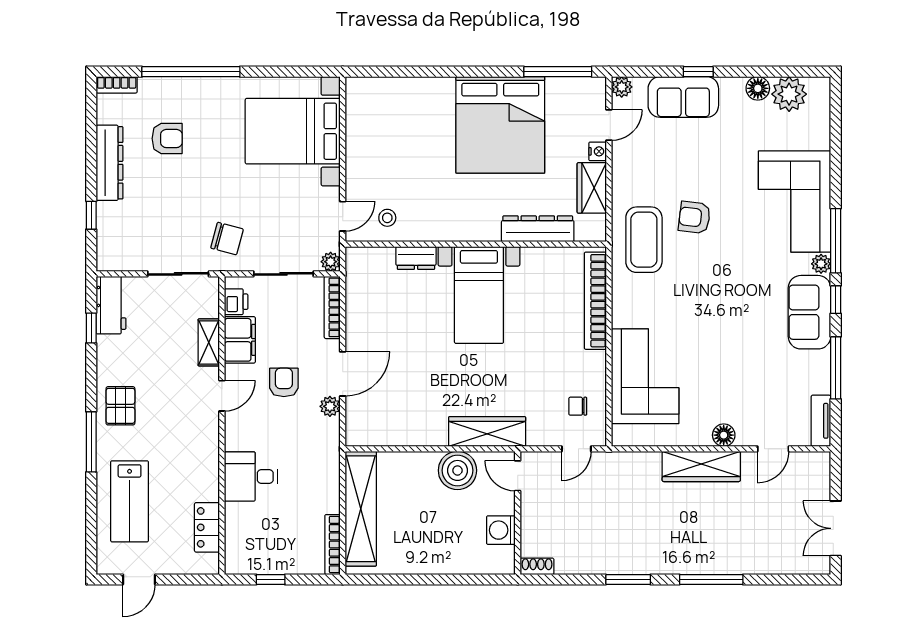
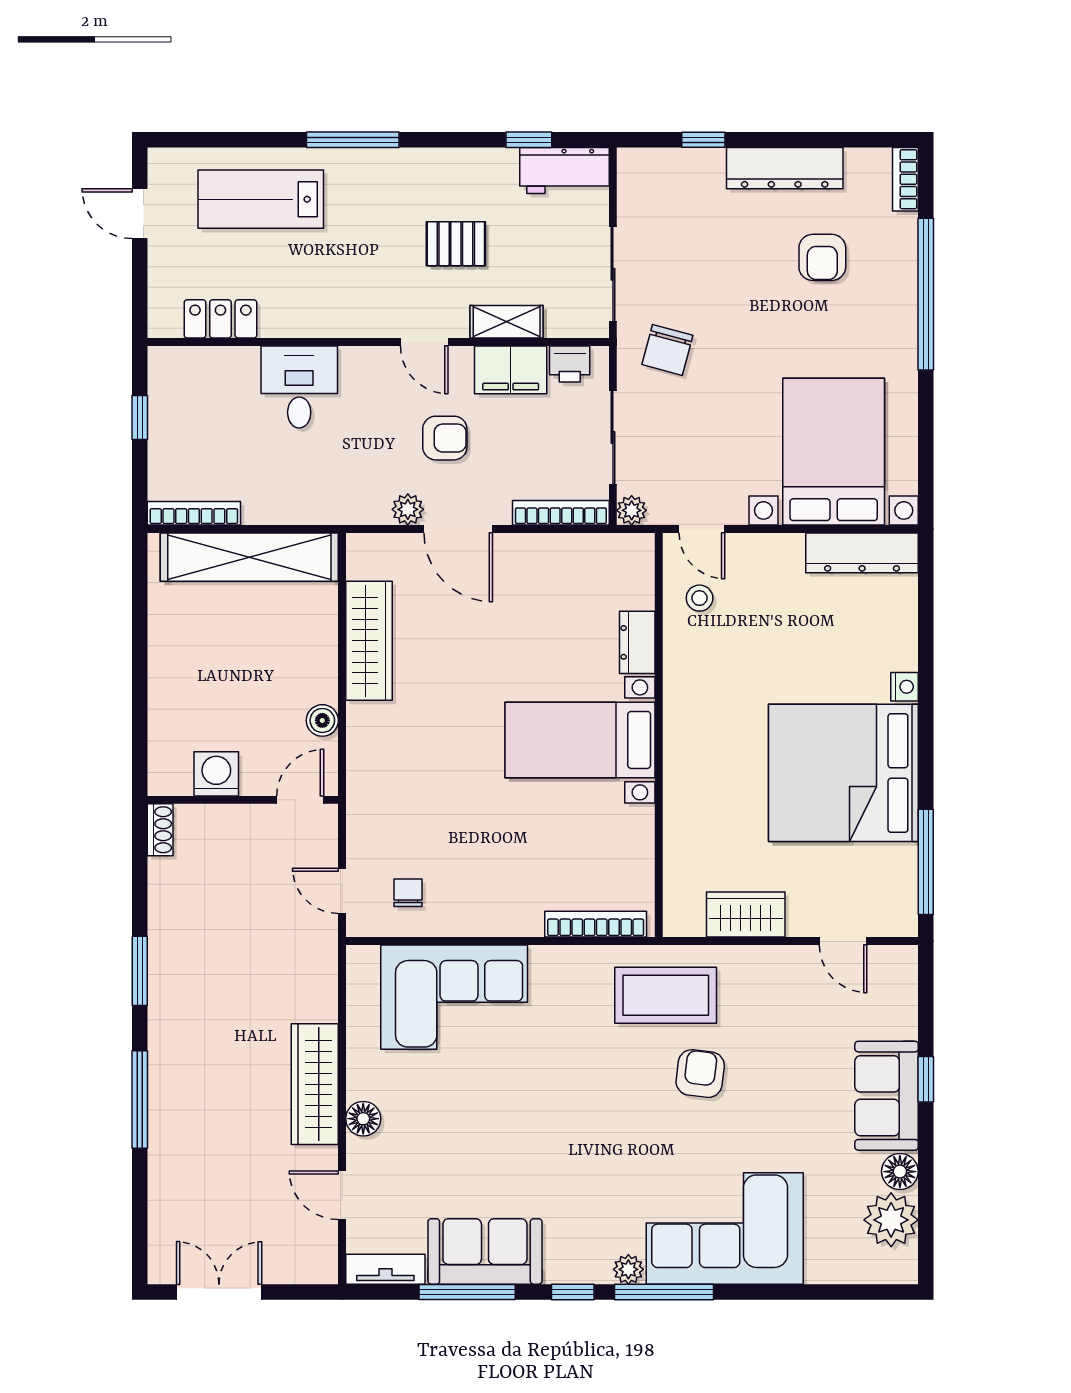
plant: (622, 87) -> (902, 961), removed
sofa: (683, 97) -> (887, 1096), moved
nightstand: (598, 151) -> (904, 687), moved, turned -90
dresser: (538, 229) -> (862, 553), moved, turned 90
bookcase: (595, 301) -> (596, 924), width x0.68, depth x0.76
sofa: (809, 312) -> (485, 1251), moved
pallet: (120, 406) -> (456, 244), moved
wardrobe: (487, 431) -> (369, 641), moved
boiler: (457, 470) -> (322, 720), width x0.54, depth x0.54

